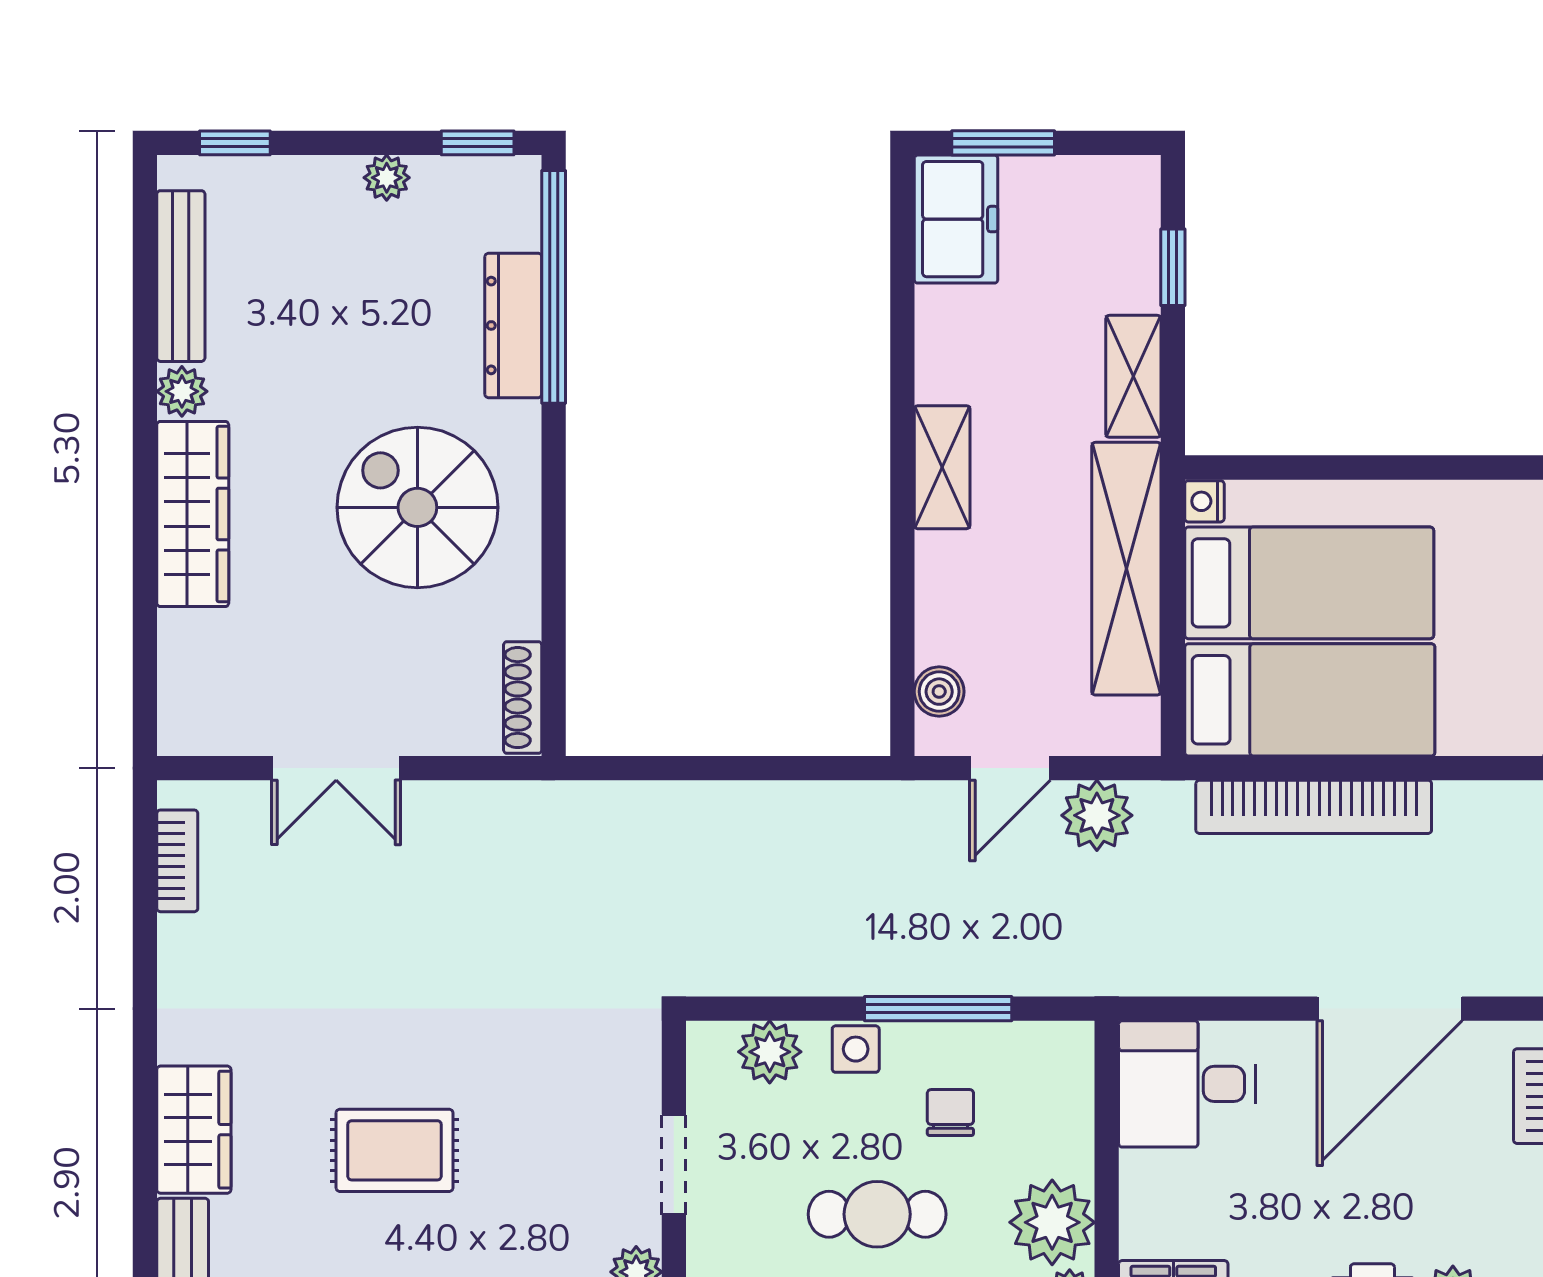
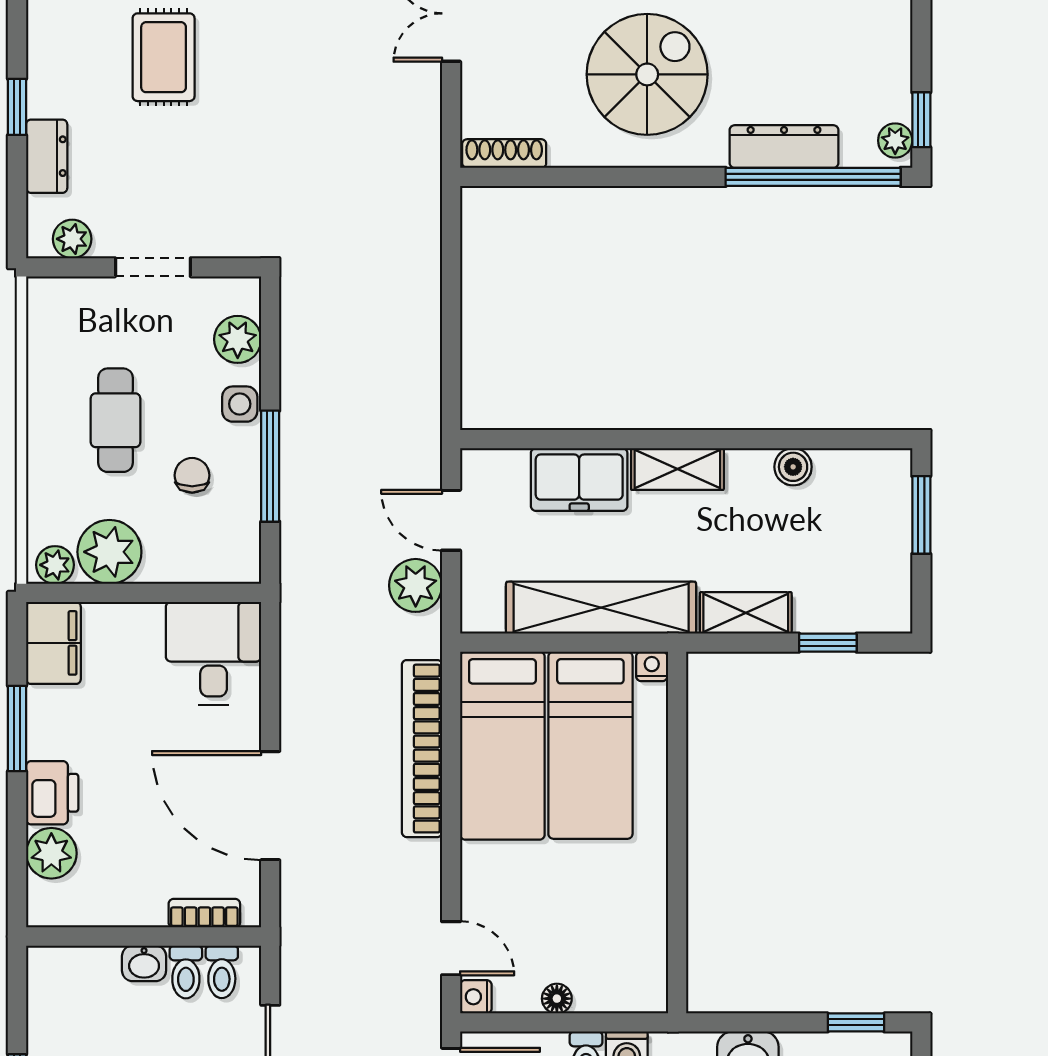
plant: (387, 178) -> (895, 141), moved
freezer: (956, 219) -> (579, 480), moved
boiler: (939, 692) -> (793, 467), moved
chair: (950, 1113) -> (192, 475), turned -90

